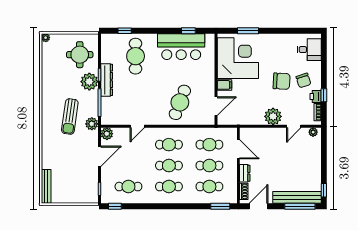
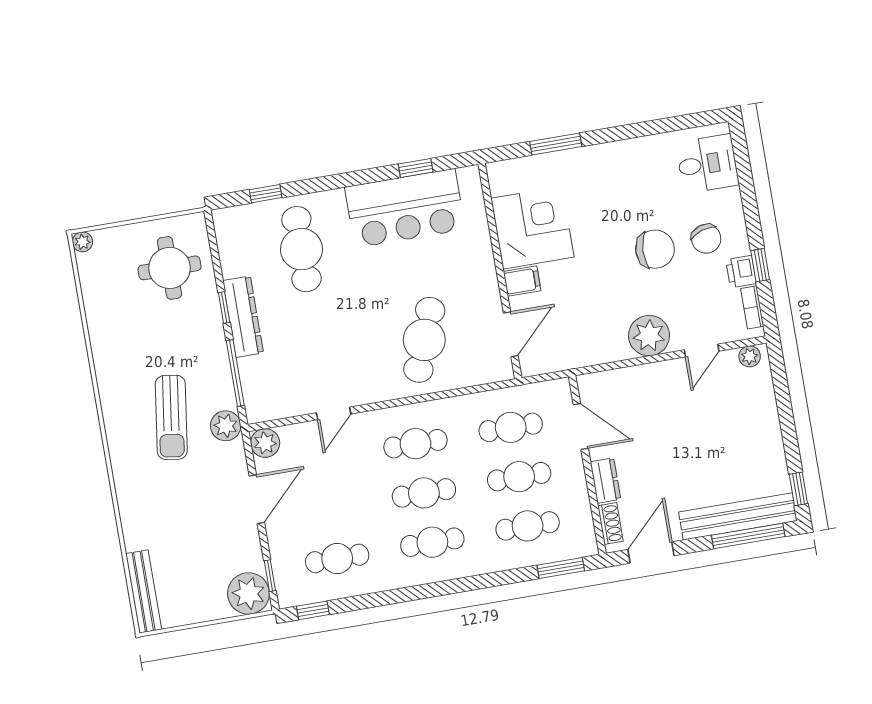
corner desk: (238, 58) -> (532, 228), width x0.74, depth x0.74
plant: (89, 82) -> (249, 593), moved

